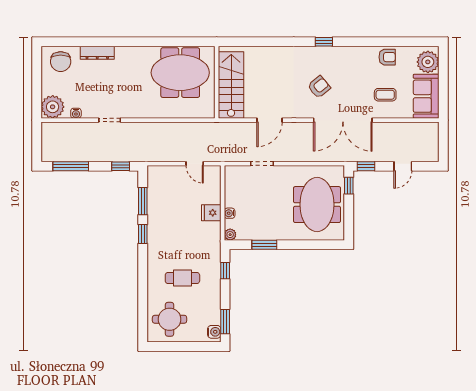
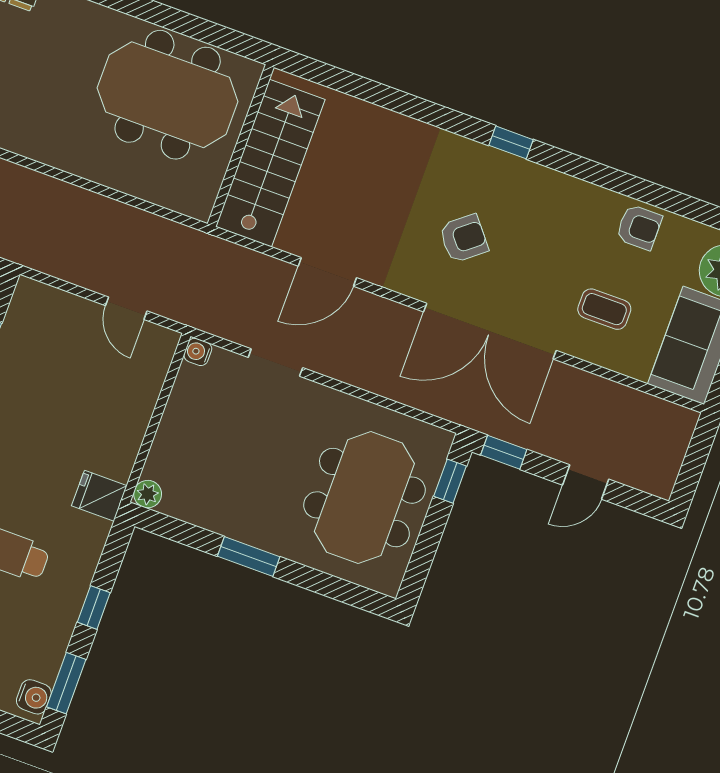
fridge: (211, 213) -> (99, 496), moved
water cooler: (230, 213) -> (198, 352), moved
window: (264, 245) -> (249, 557), moved
window: (225, 271) -> (94, 607), moved

